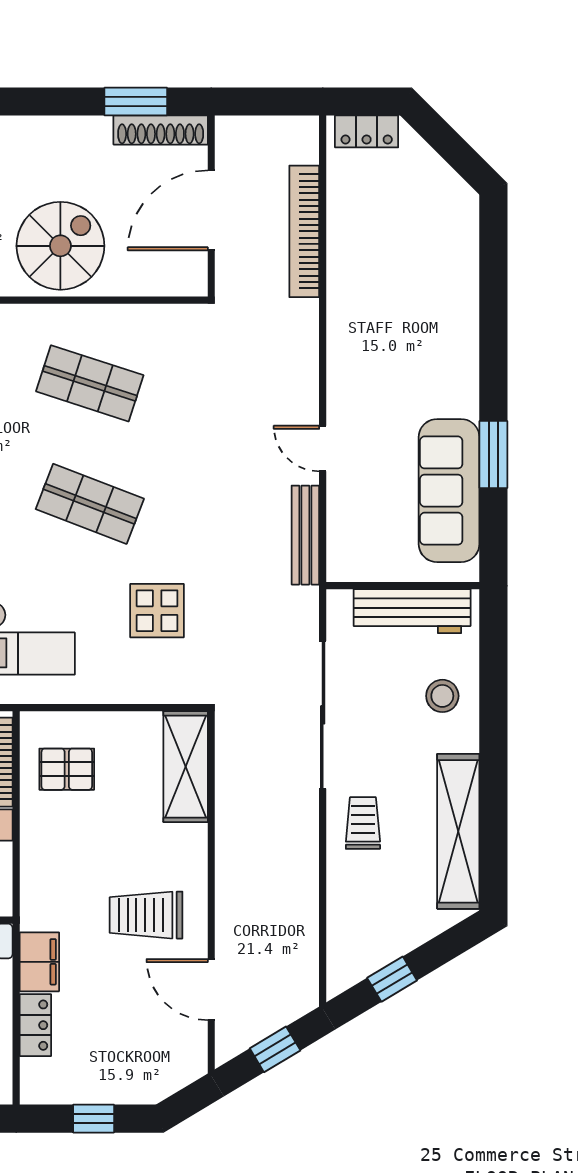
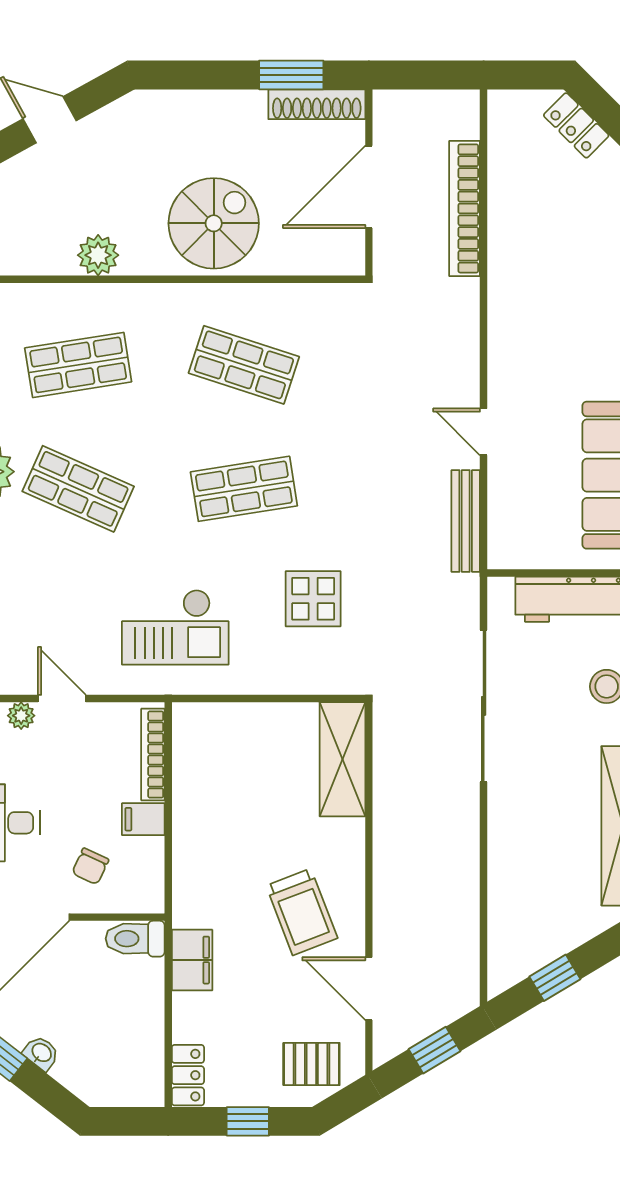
locker: (367, 131) -> (576, 125), moved, turned 45
shop shelf: (90, 504) -> (244, 489), turned -30
pallet: (67, 769) -> (311, 1064), moved
trolley: (363, 823) -> (525, 817), removed
trolley: (146, 915) -> (302, 912), turned -111
locker: (35, 1025) -> (188, 1075), moved

